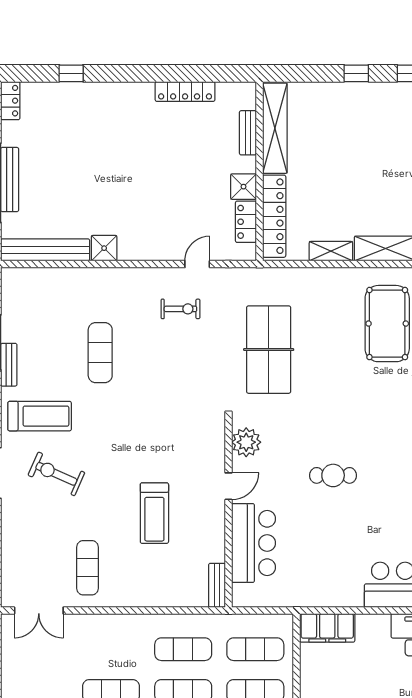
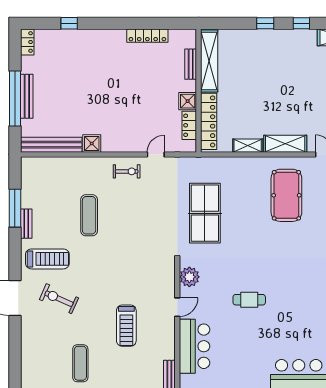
exercise bike: (180, 309) -> (127, 171), moved

